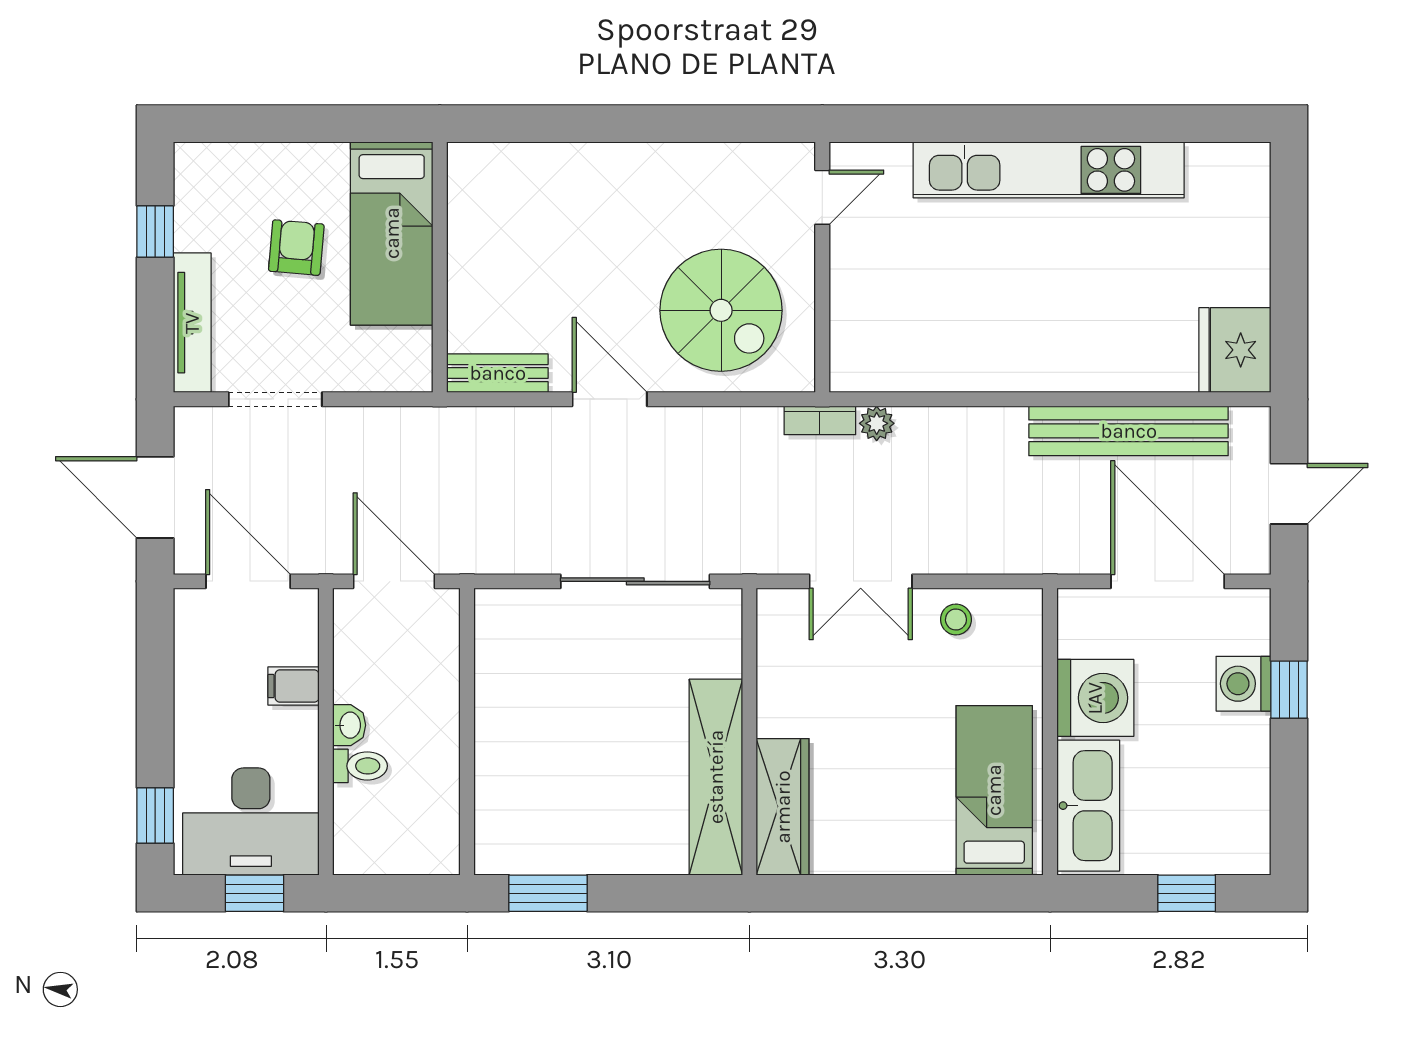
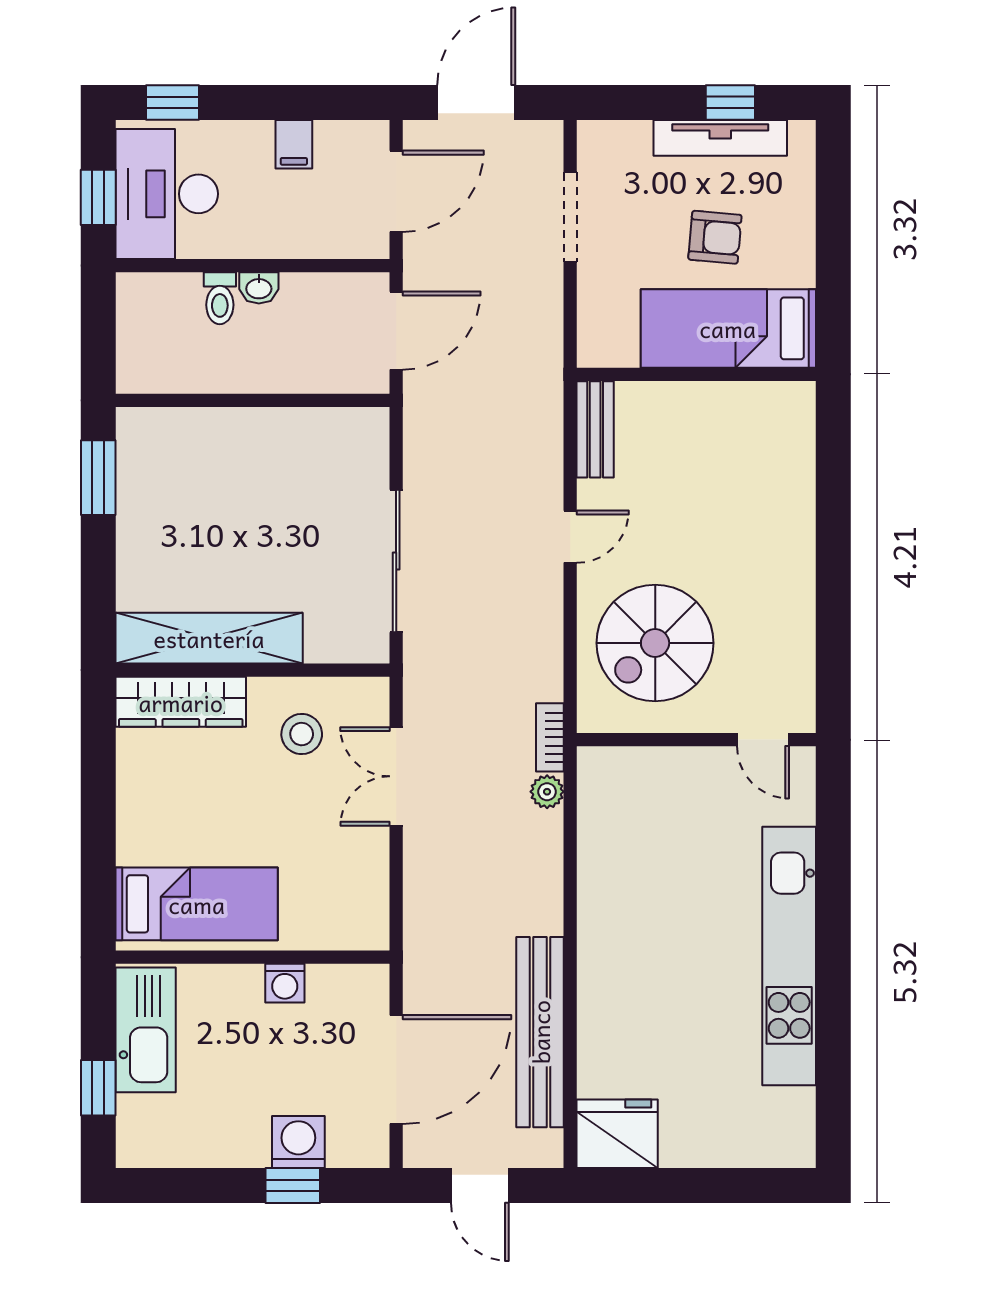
tv unit: (192, 323) -> (720, 138), moved
door: (610, 399) -> (570, 537), width x0.73
stool: (956, 619) -> (302, 734), moved, width x1.37, depth x1.37
filing cabinet: (293, 686) -> (294, 144), moved, turned 180
washing machine: (1095, 698) -> (285, 983), width x0.53, depth x0.53
kitchen sink: (1088, 806) -> (146, 1030), moved, turned -90

